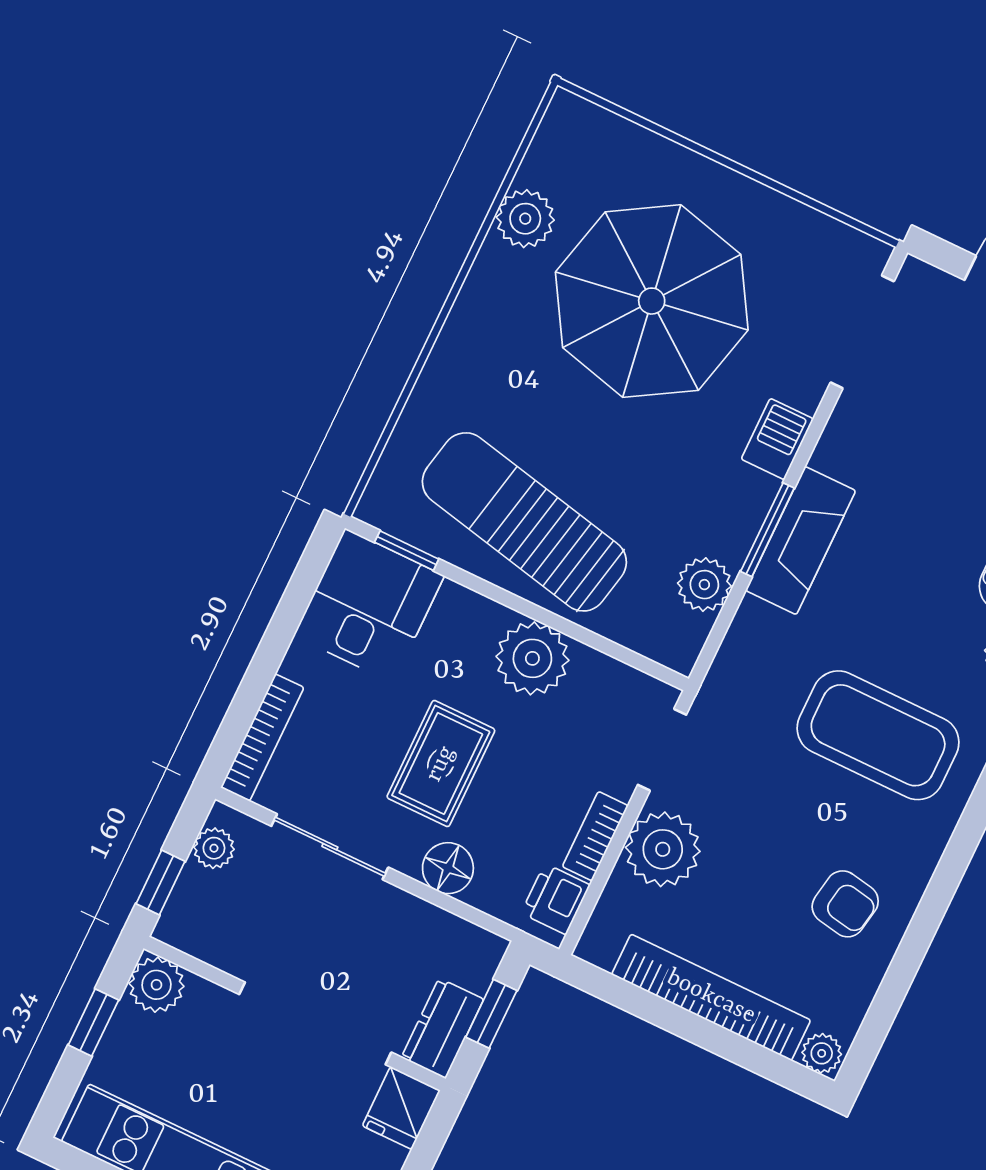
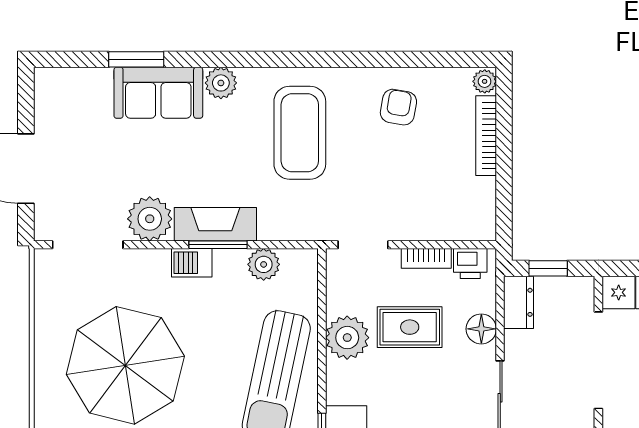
barbecue: (777, 439) -> (192, 263), moved
rug: (441, 764) -> (410, 327), moved
plant: (663, 849) -> (150, 219), moved
bookcase: (711, 997) -> (486, 136), width x0.68, depth x0.76
dresser: (442, 1028) -> (519, 302), moved, turned -90

